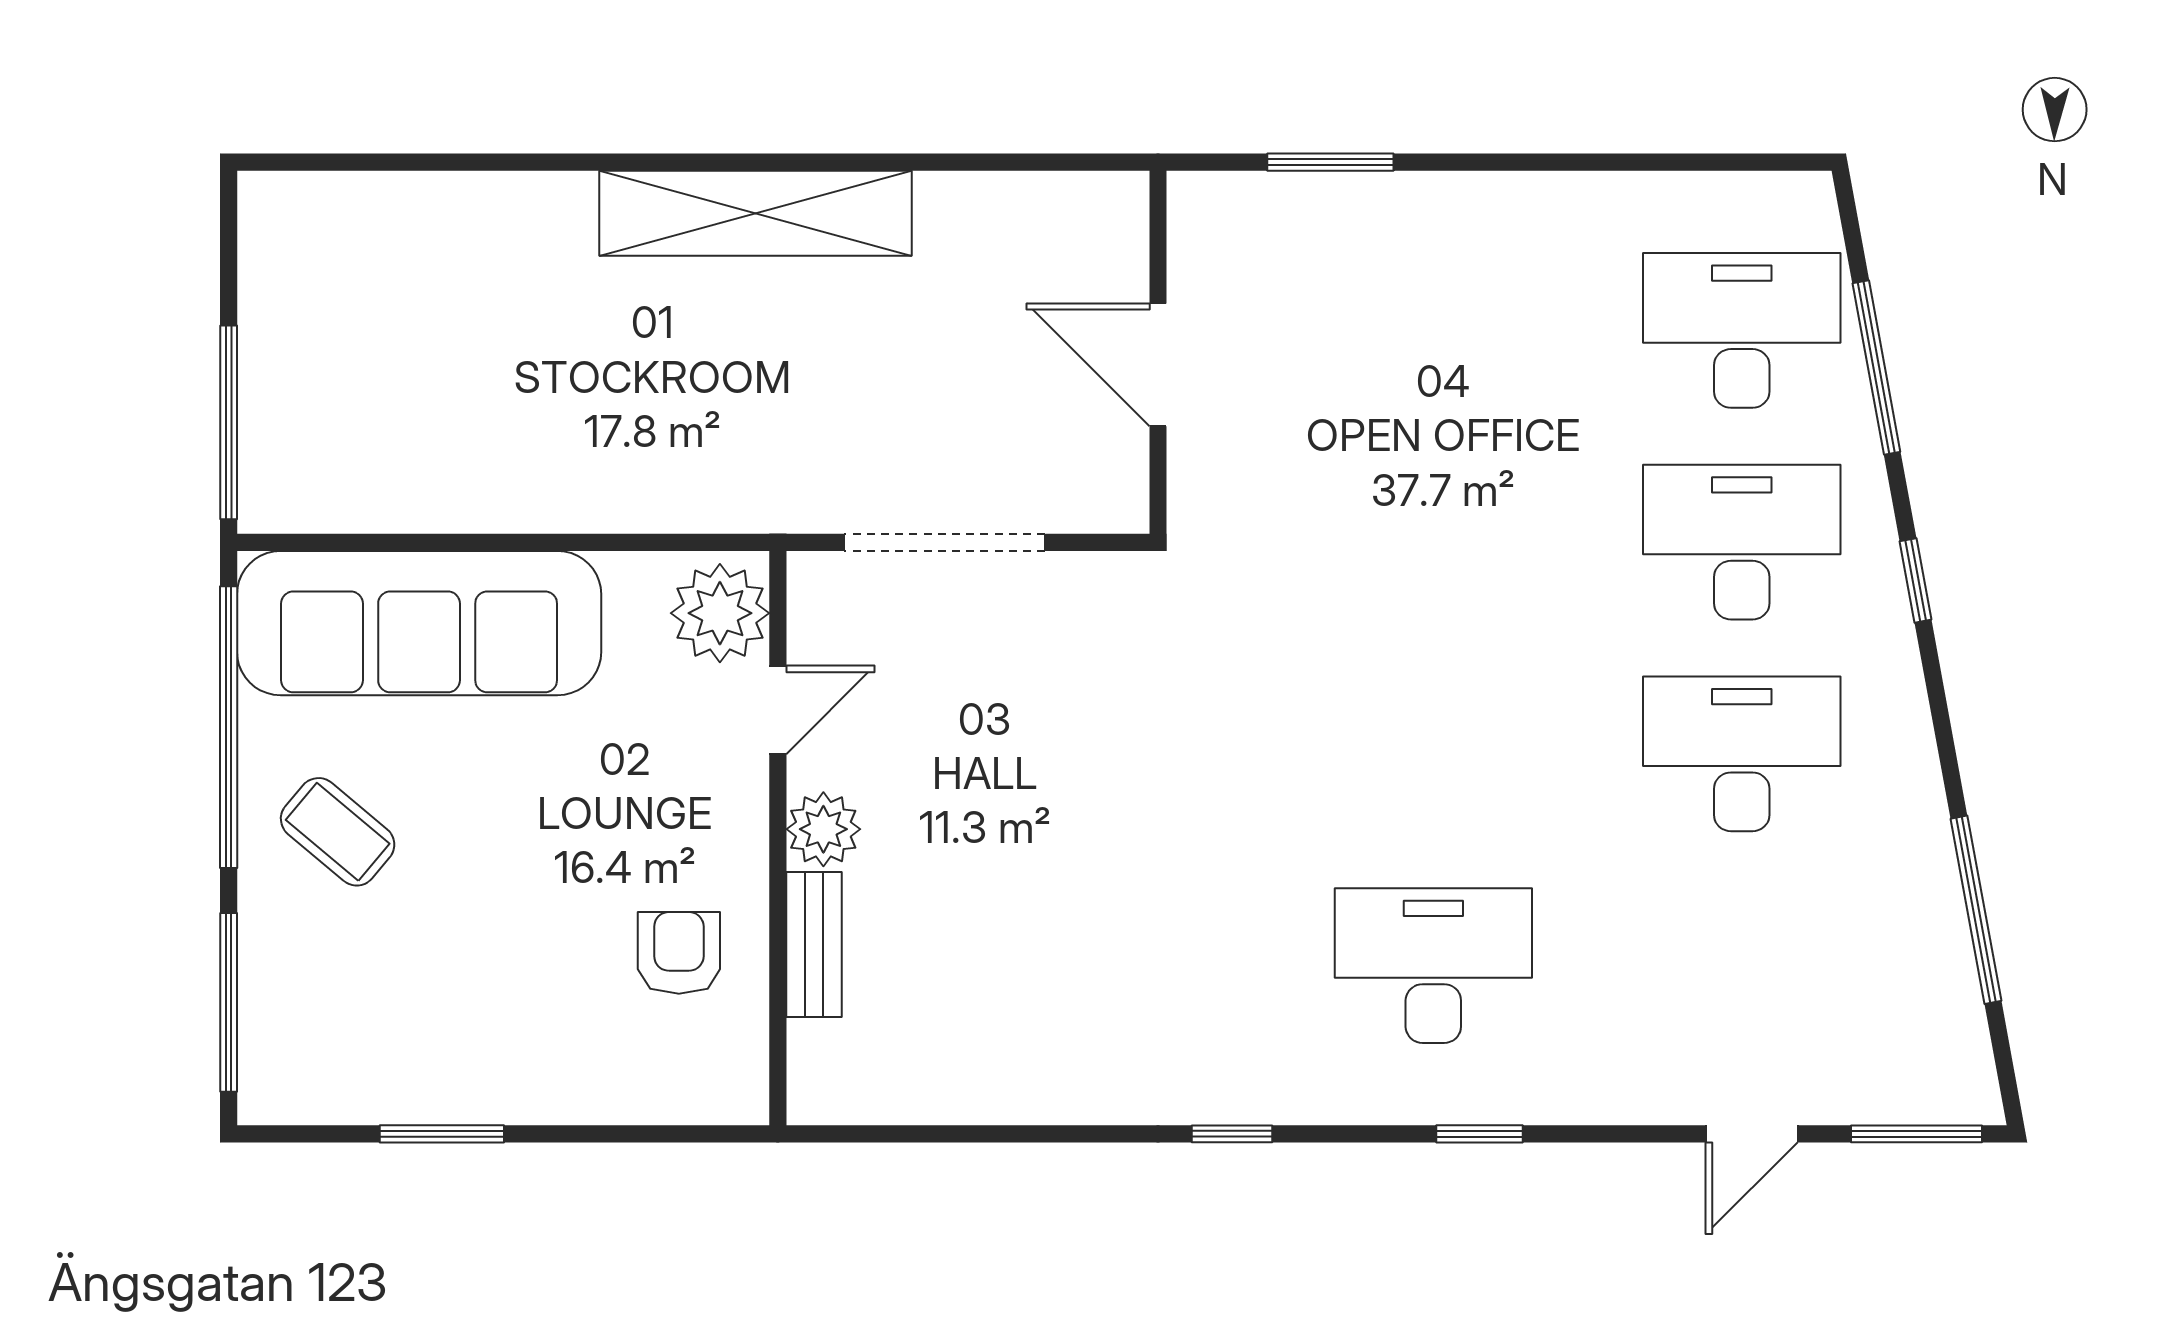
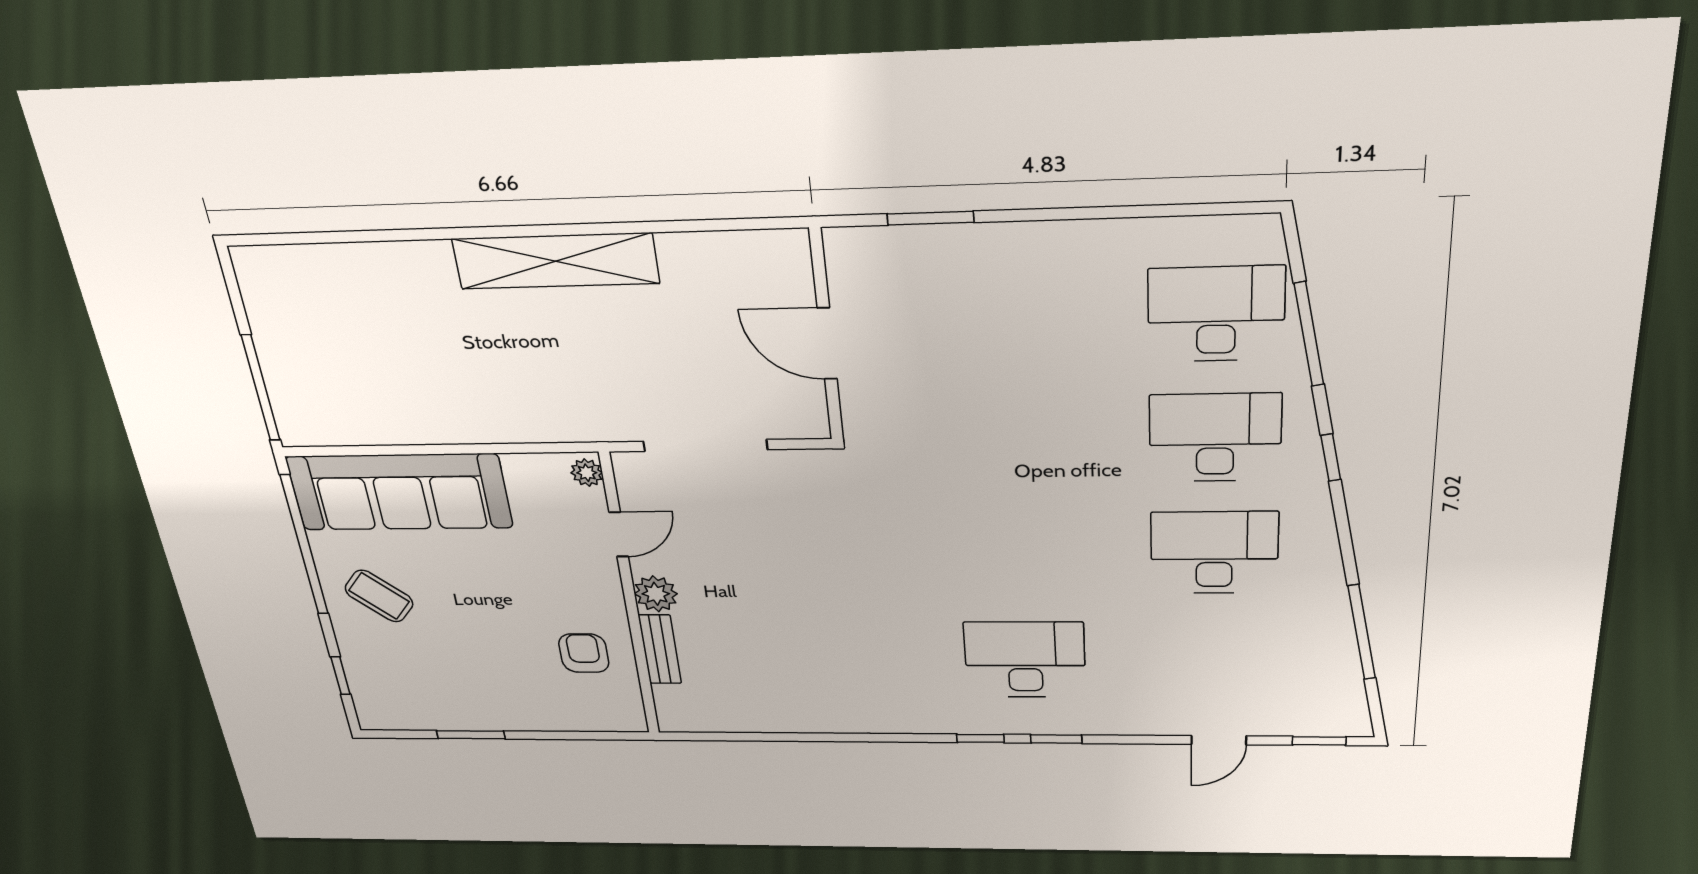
plant: (720, 613) -> (587, 473), width x0.53, depth x0.53
window: (229, 1002) -> (341, 676), width x0.46
window: (1232, 1134) -> (980, 738), moved
window: (1916, 1134) -> (1319, 741), width x0.67

